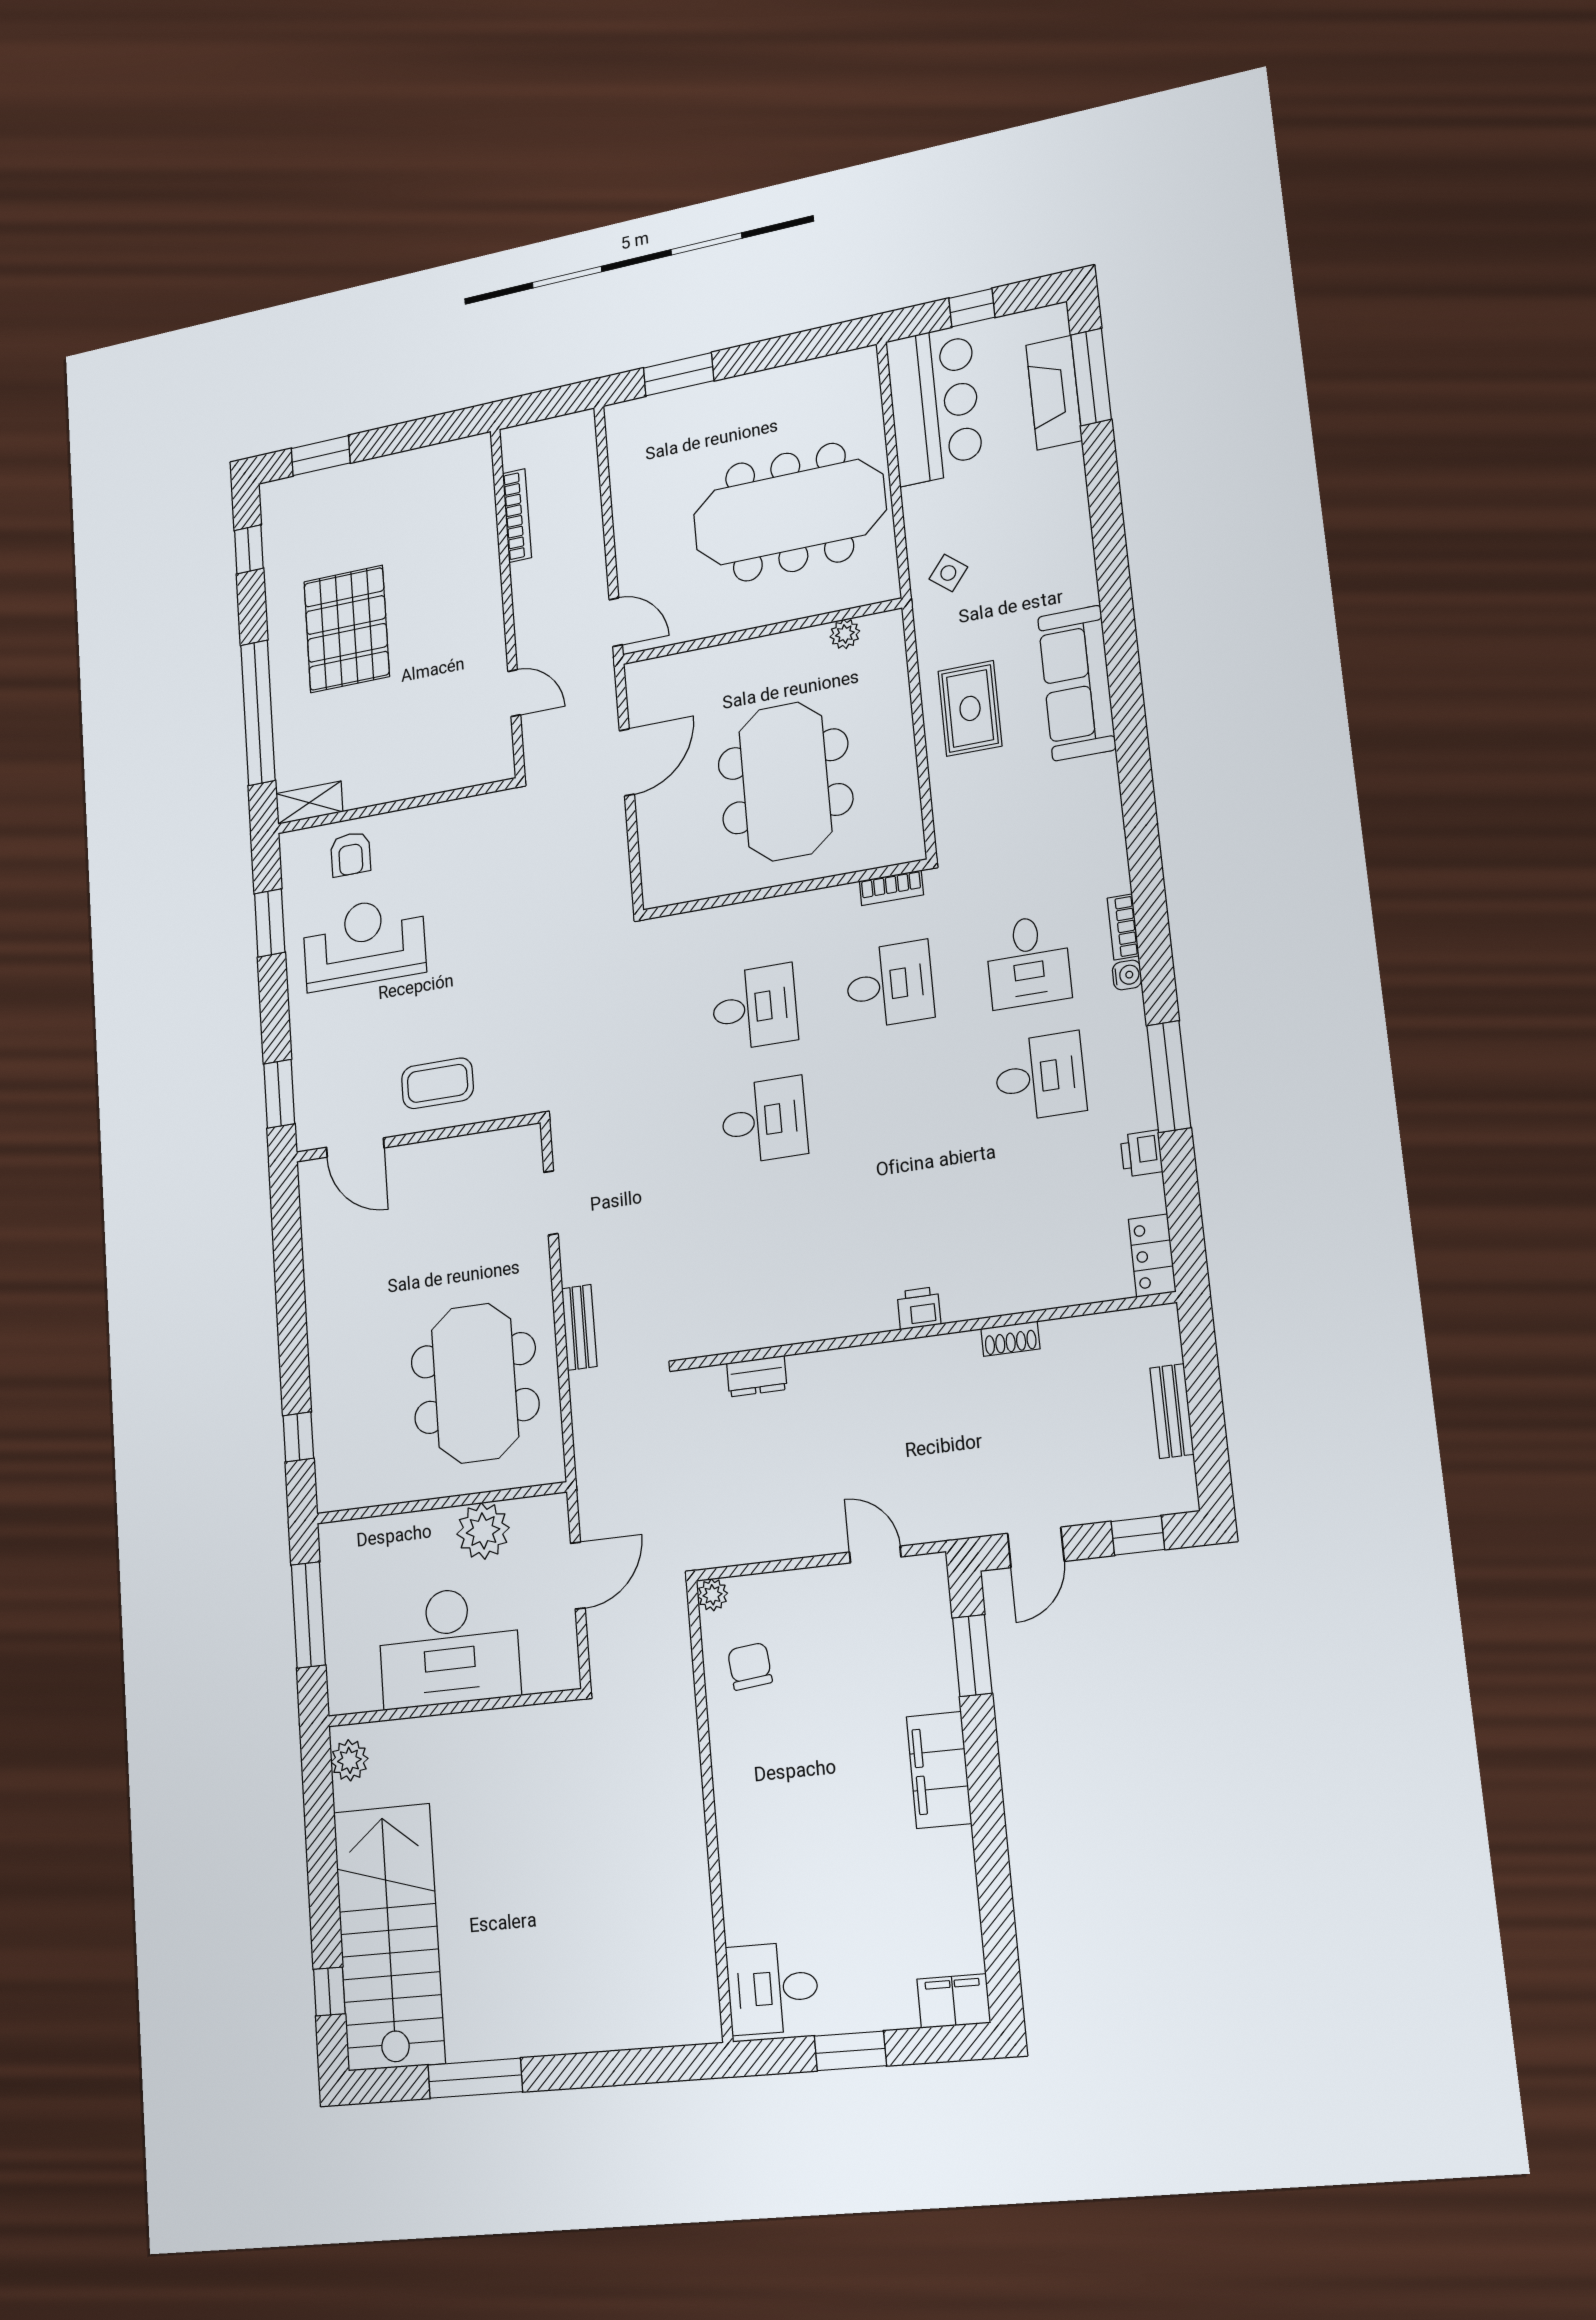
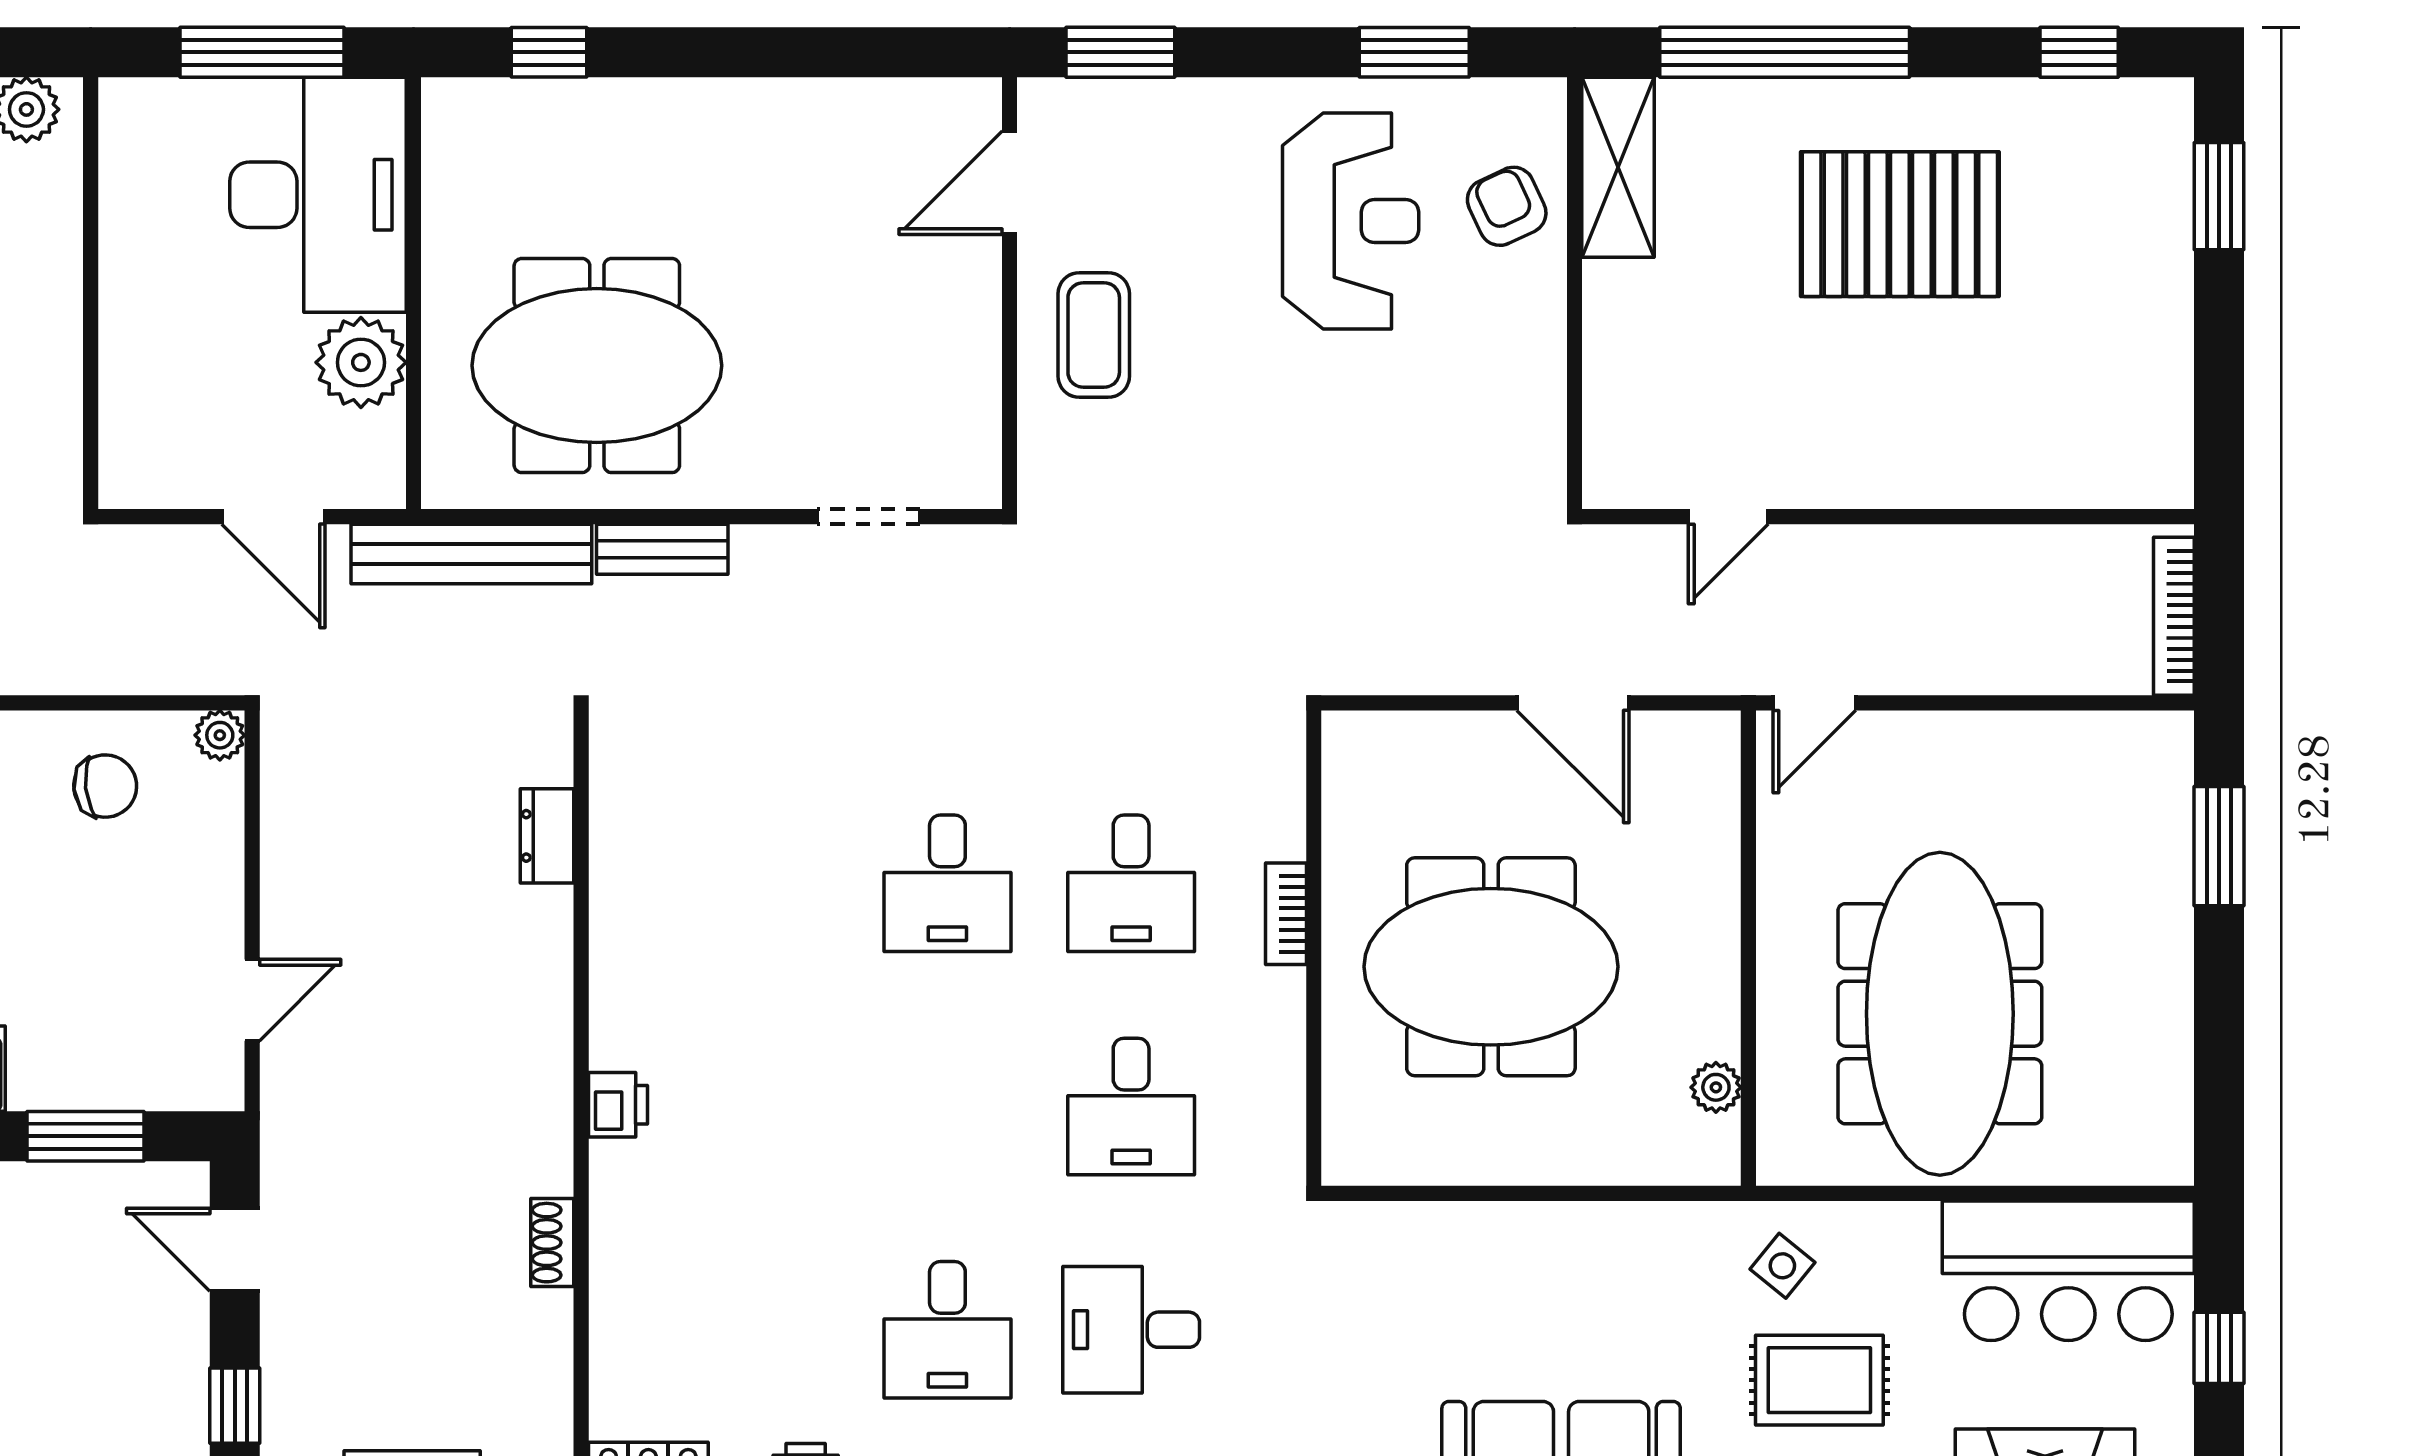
bookcase: (517, 515) -> (2174, 616), moved, turned 90
rug: (970, 708) -> (1819, 1380), moved
shelving: (309, 803) -> (1618, 167), width x1.50, depth x1.33
armchair: (351, 854) -> (1507, 206), turned 65
bookcase: (891, 888) -> (1286, 914), moved
bench: (591, 1447) -> (471, 554), added
desk: (449, 1647) -> (318, 195), moved, turned 180

